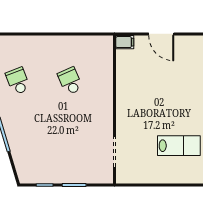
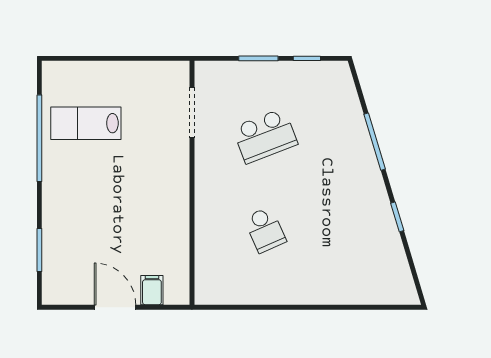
filing cabinet: (125, 42) -> (152, 290), moved, turned 90
school desk: (18, 81) -> (265, 136), moved, width x1.85

